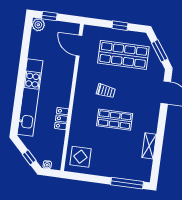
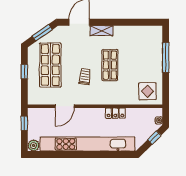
window: (49, 16) -> (24, 123), moved
door: (79, 46) -> (65, 106), moved
kitchen unit: (30, 98) -> (88, 144), width x1.36
shelving: (149, 146) -> (101, 31), moved
window: (127, 183) -> (166, 57), moved

